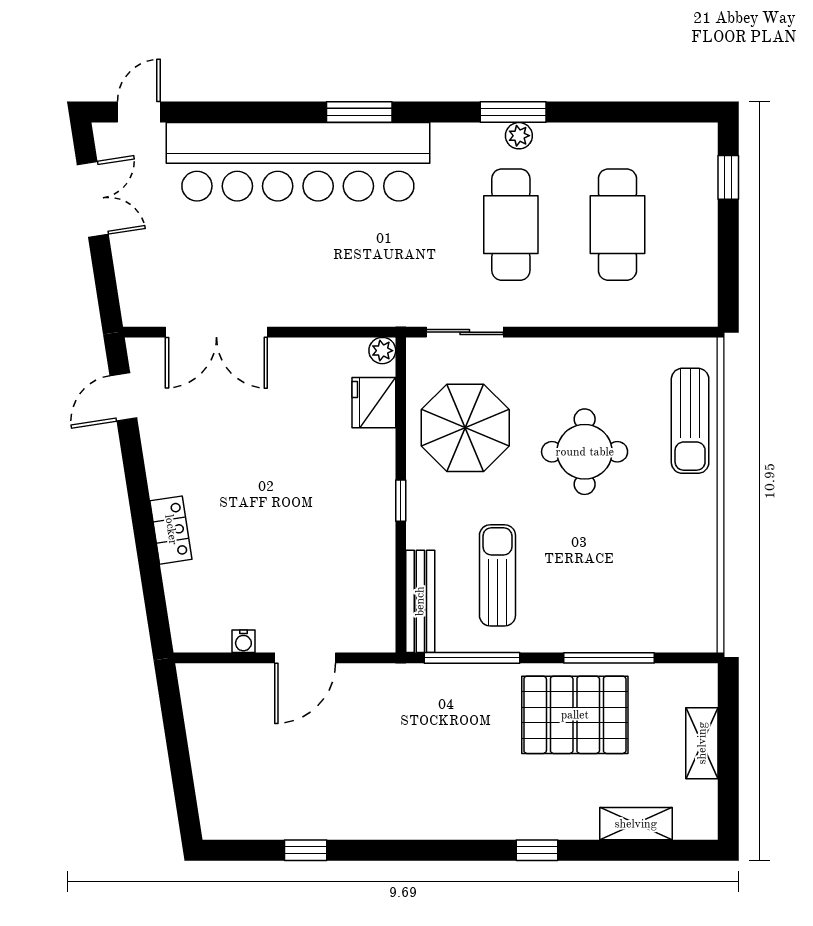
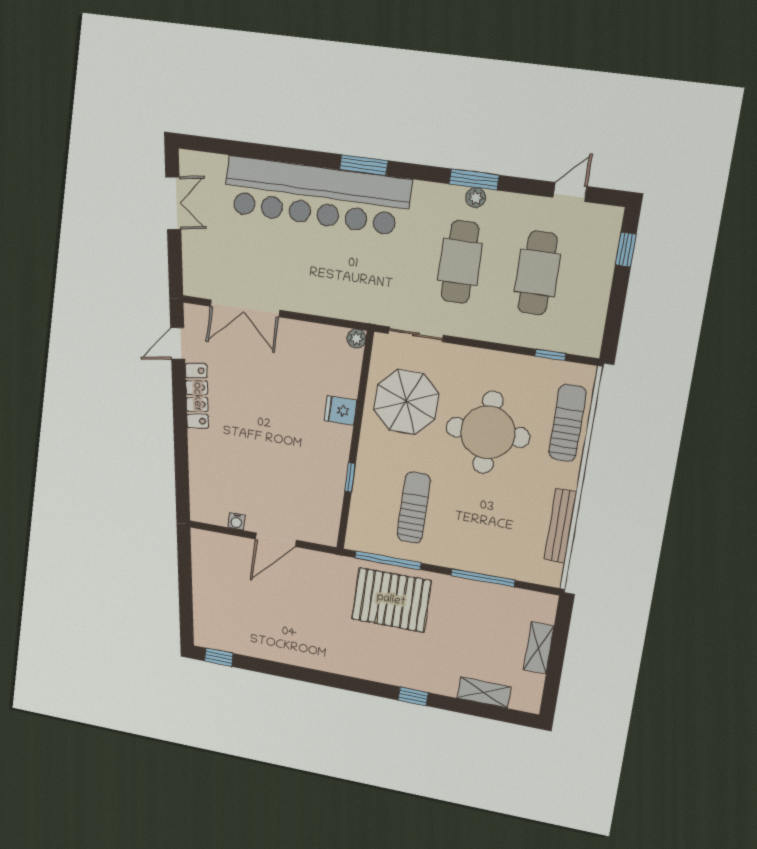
door: (139, 112) -> (570, 192), moved
window: (652, 332) -> (550, 355), added
fridge: (374, 403) -> (340, 410), moved, width x0.72
sun lounger: (690, 421) -> (567, 423), turned 180
round table: (585, 452) -> (488, 432), width x1.36, depth x1.36
window: (401, 501) -> (350, 477), moved
locker: (171, 530) -> (197, 396), moved, width x1.53
bench: (420, 601) -> (560, 526), moved
pallet: (575, 715) -> (391, 600), moved
window: (306, 850) -> (219, 657), moved

